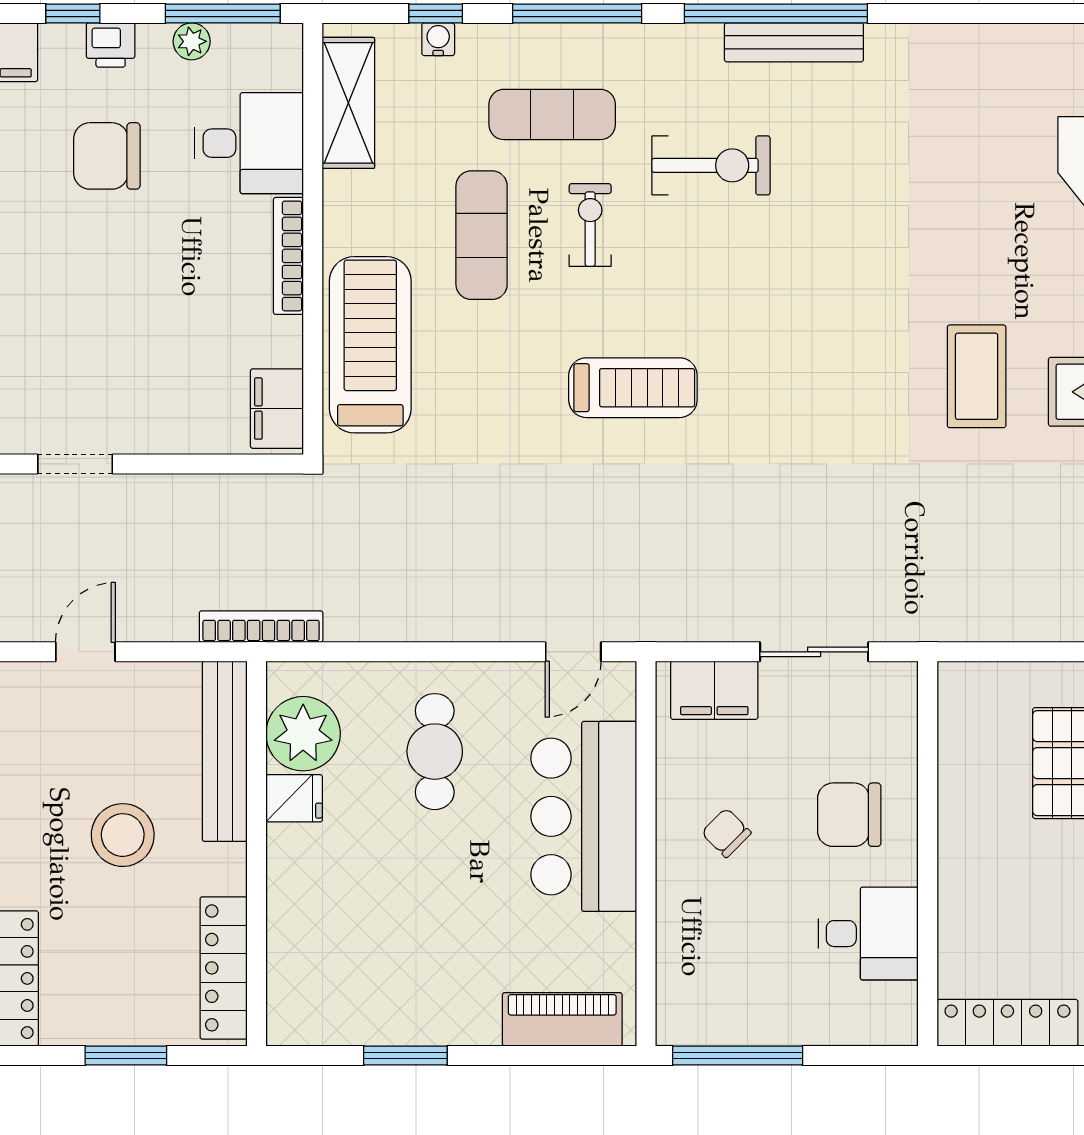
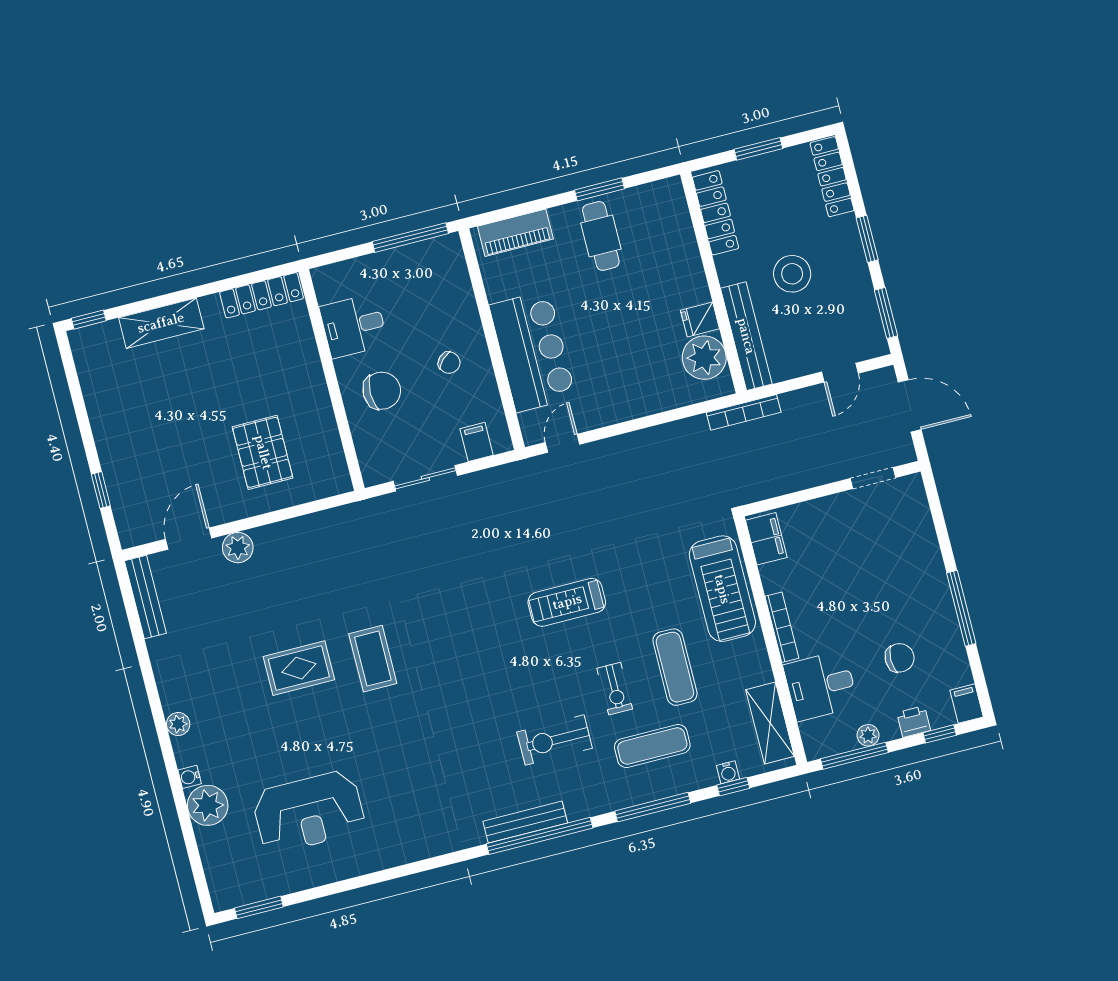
chair: (107, 156) -> (900, 658), width x0.73, depth x0.73
filing cabinet: (714, 690) -> (477, 442), width x0.50
cafe table: (435, 752) -> (601, 236), moved

